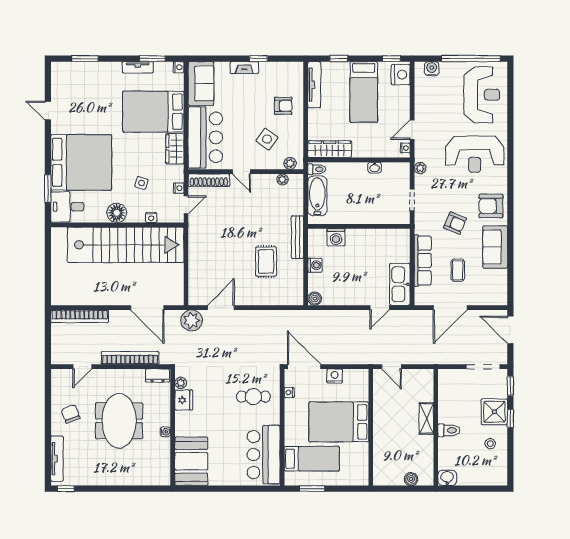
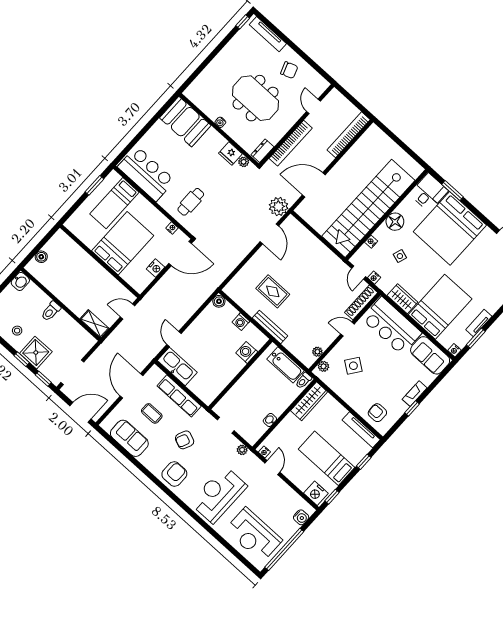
armchair: (283, 106) -> (377, 413), moved, turned 90
sofa: (495, 247) -> (129, 438), moved
shelving: (426, 418) -> (95, 324), moved

